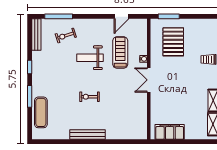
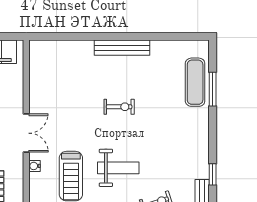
window: (30, 67) -> (213, 174), moved
window: (30, 96) -> (213, 89), moved

